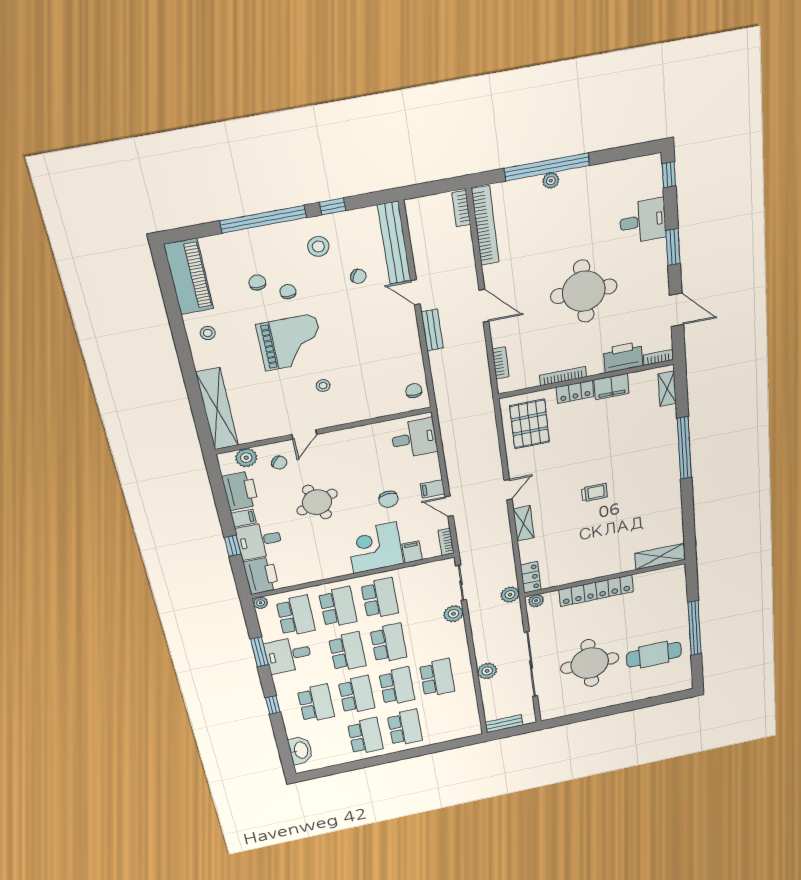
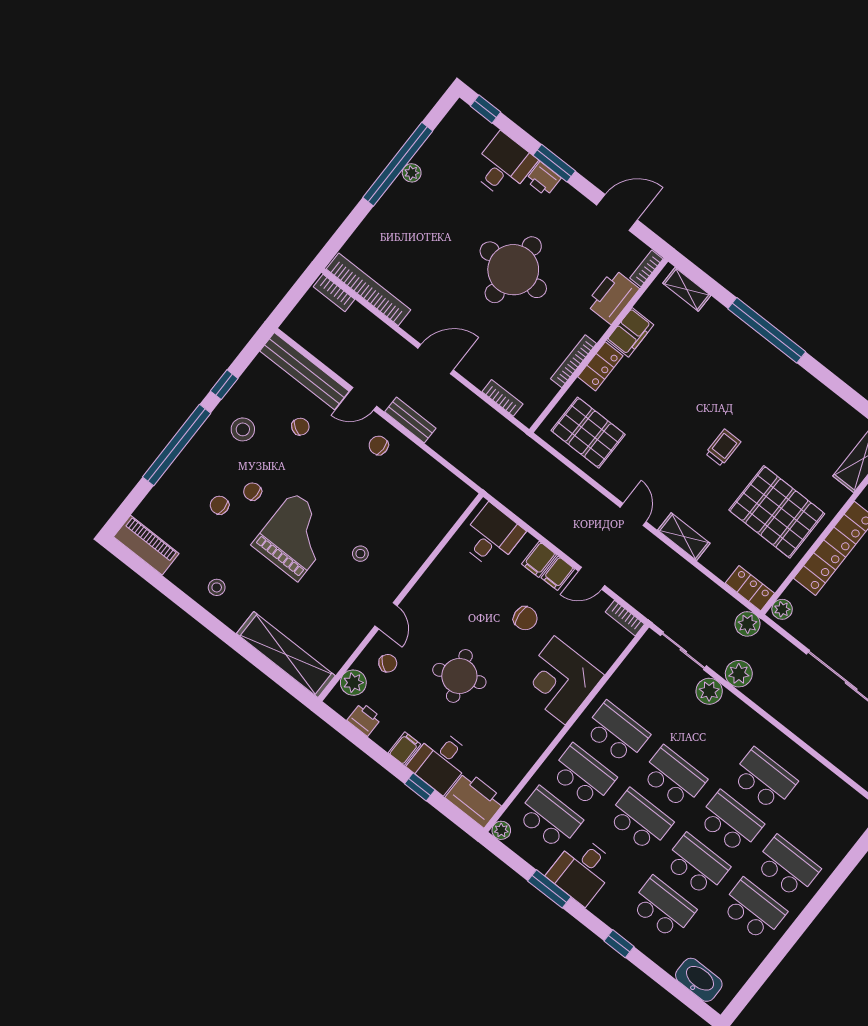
window: (547, 167) -> (398, 164), moved
plant: (551, 181) -> (412, 173), moved
printer: (657, 251) -> (543, 179), added
piano: (189, 277) -> (146, 545), width x0.73, depth x0.75
chair: (414, 391) -> (379, 445), moved
printer: (240, 491) -> (364, 719), width x0.53, depth x0.68
pallet: (587, 549) -> (777, 512), added
filing cabinet: (412, 552) -> (539, 559), moved, turned -90
plant: (487, 671) -> (739, 674), moved

